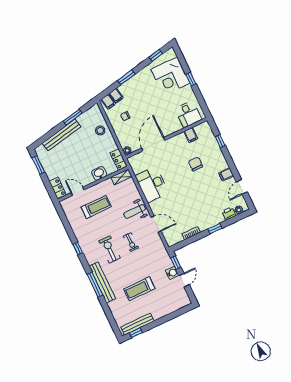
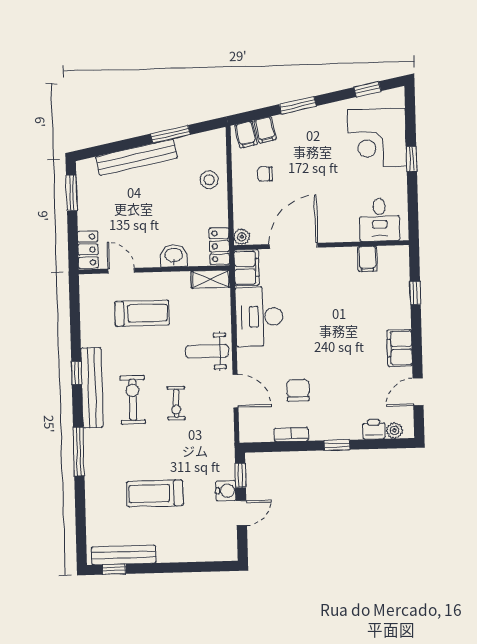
filing cabinet: (136, 164) -> (247, 268), added
chair: (196, 164) -> (298, 390), moved
filing cabinet: (226, 174) -> (400, 348), width x2.00
bench: (102, 282) -> (92, 388), moved

